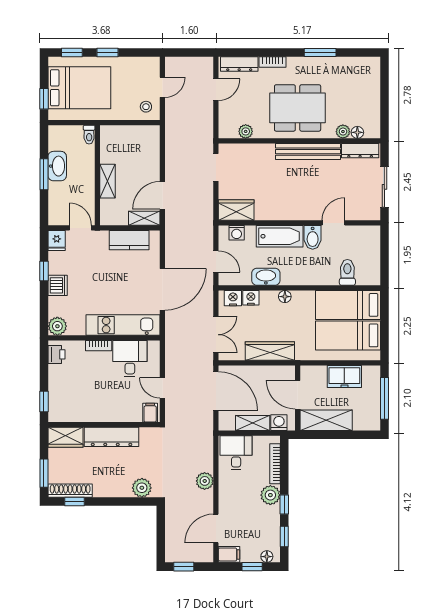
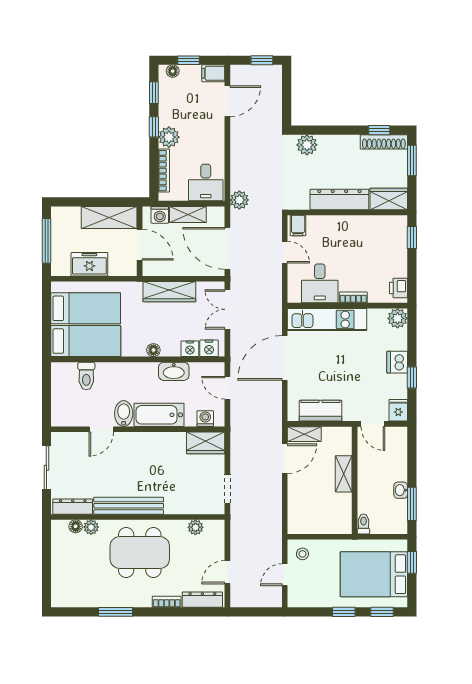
washbasin: (57, 166) -> (401, 490), width x0.52, depth x0.69
window: (44, 174) -> (412, 504), moved
plant: (205, 481) -> (239, 200), moved

